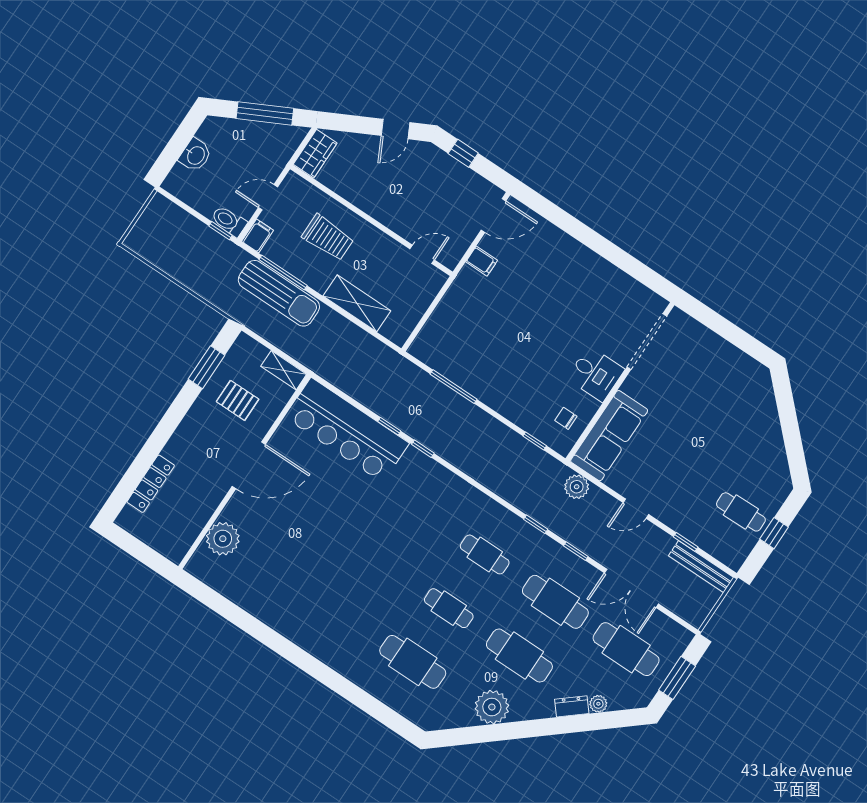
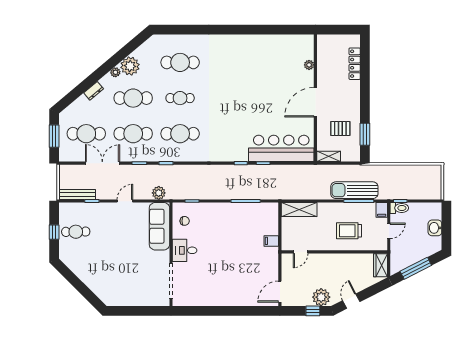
plant: (437, 165) -> (321, 297), added
filing cabinet: (482, 261) -> (271, 241), moved
shelving: (357, 303) -> (299, 210), moved
plant: (223, 539) -> (309, 65), width x0.53, depth x0.53
cafe table: (485, 554) -> (180, 134), width x1.37, depth x1.35
plant: (598, 704) -> (115, 72), moved

